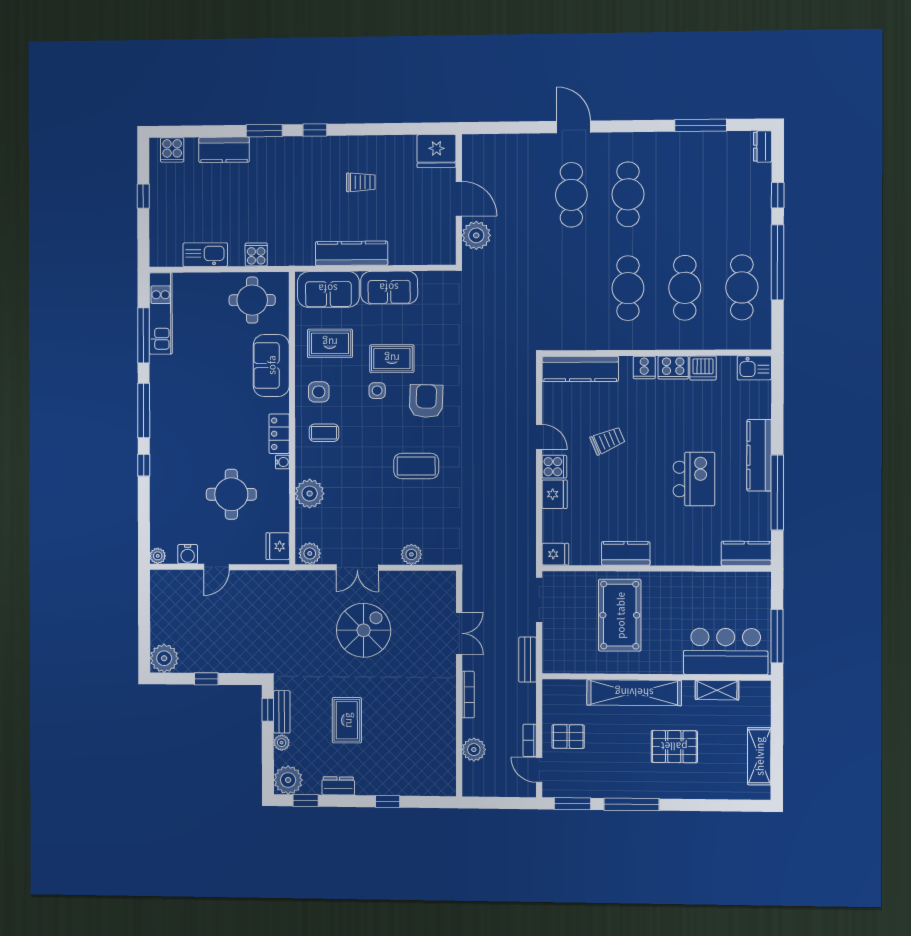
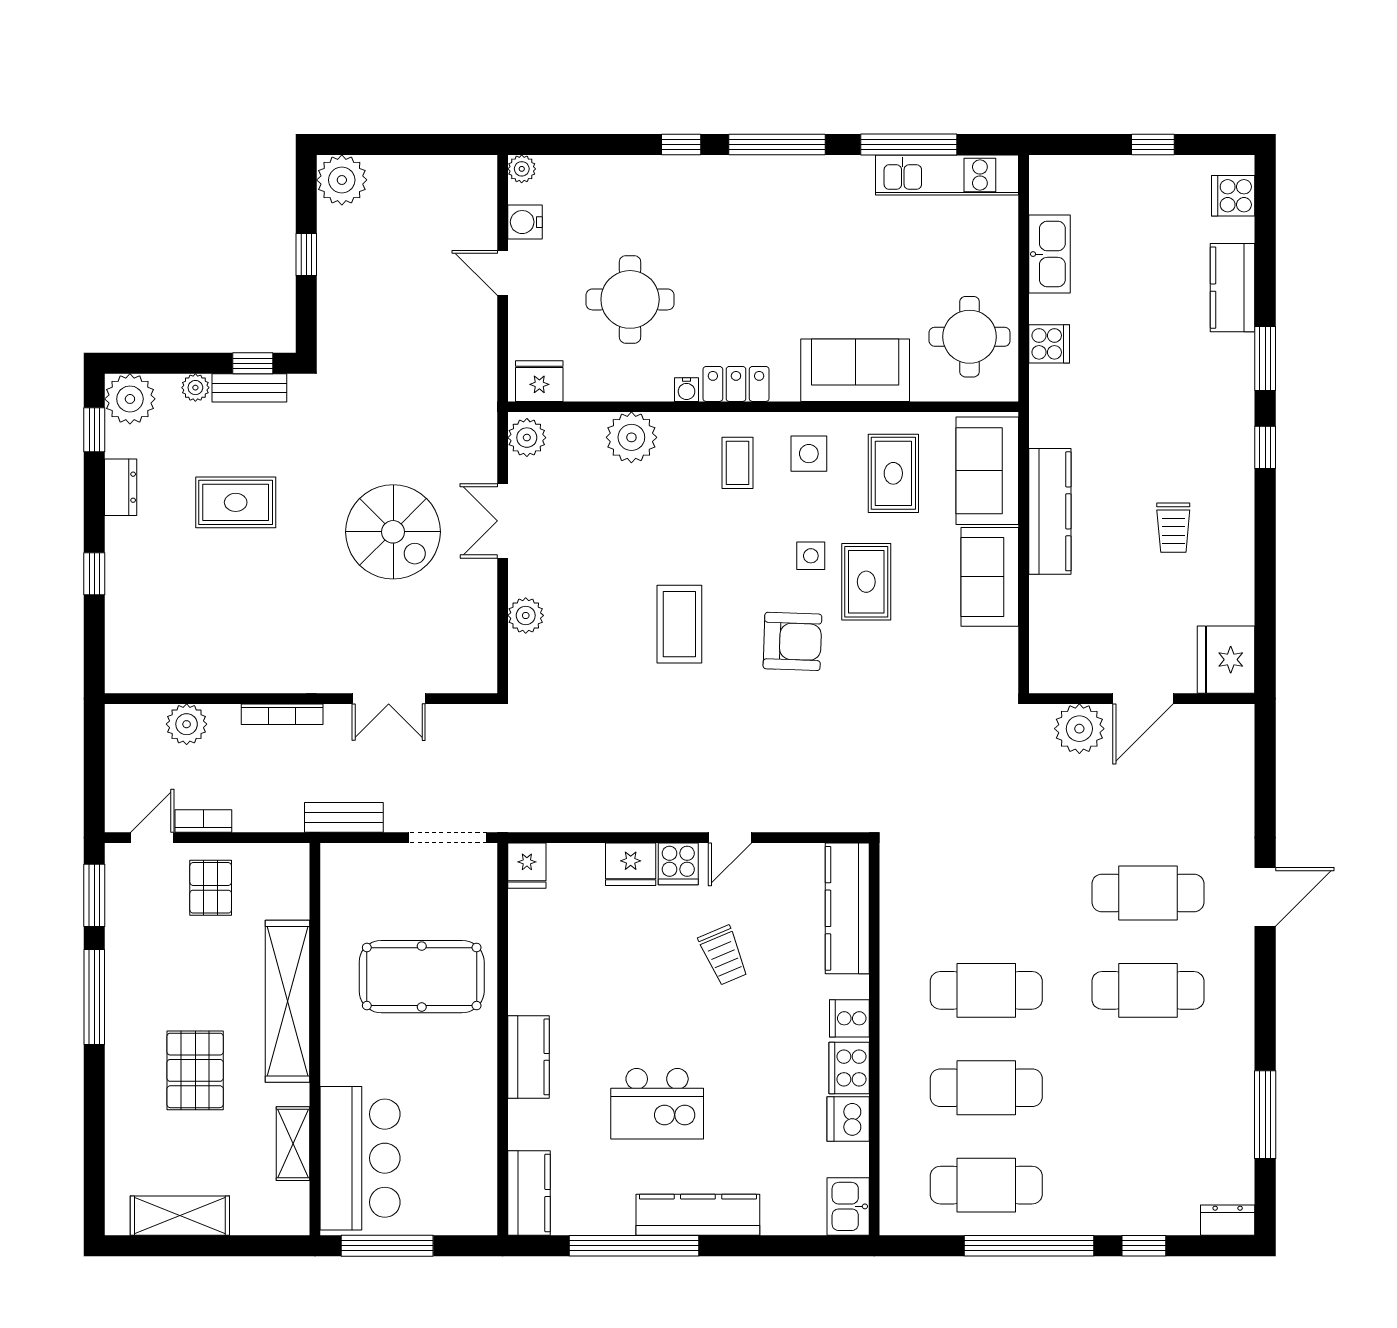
kitchen counter: (626, 553) -> (528, 1057), moved

